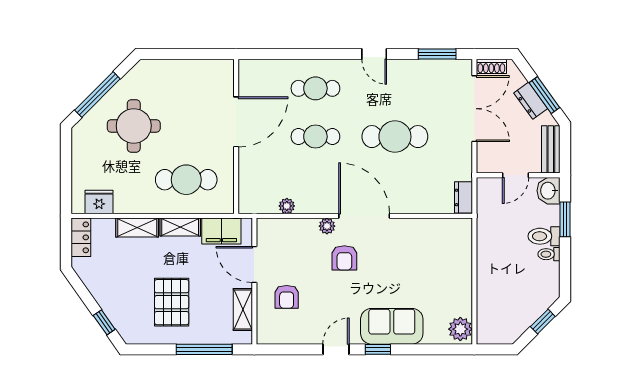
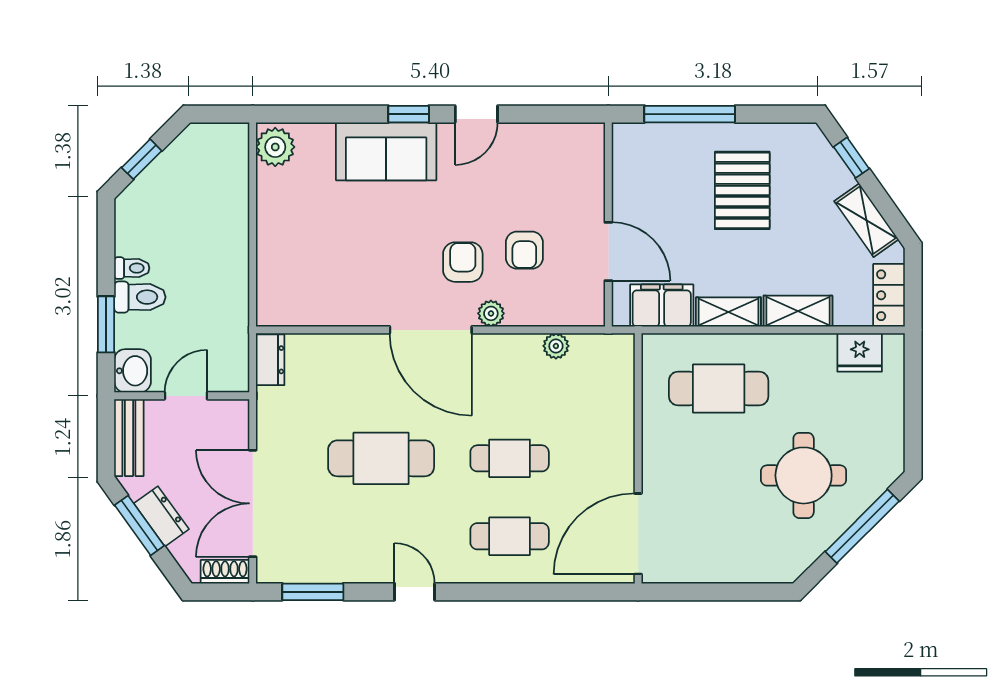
door: (236, 122) -> (638, 534), moved
armchair: (287, 297) -> (524, 250), moved, turned 180
shelving: (243, 309) -> (866, 220), moved, turned -35

